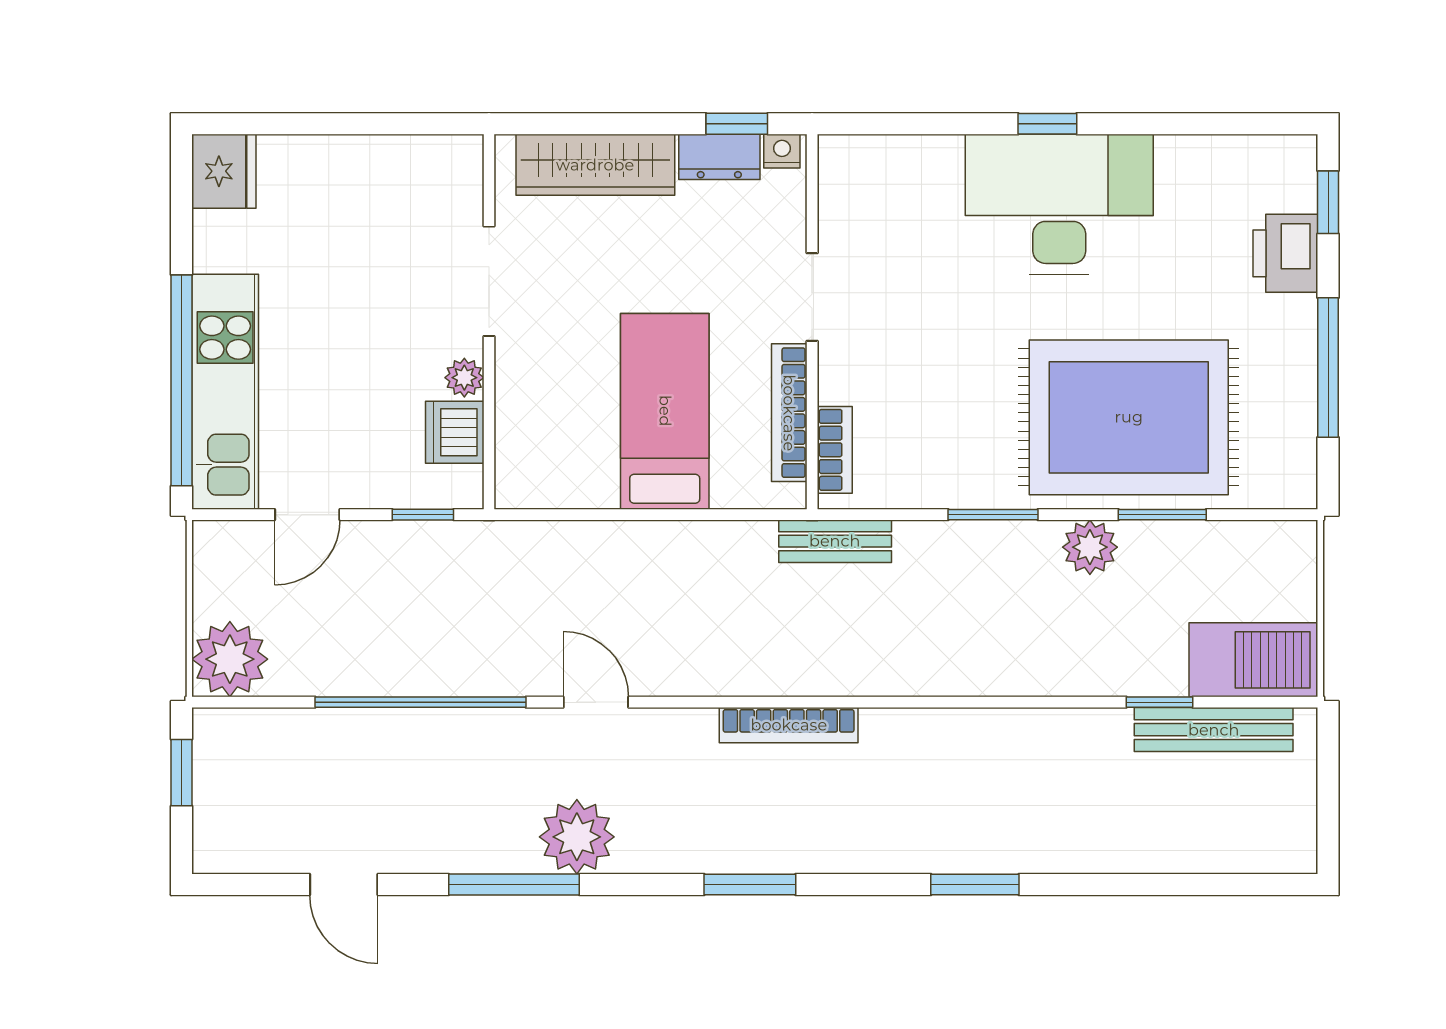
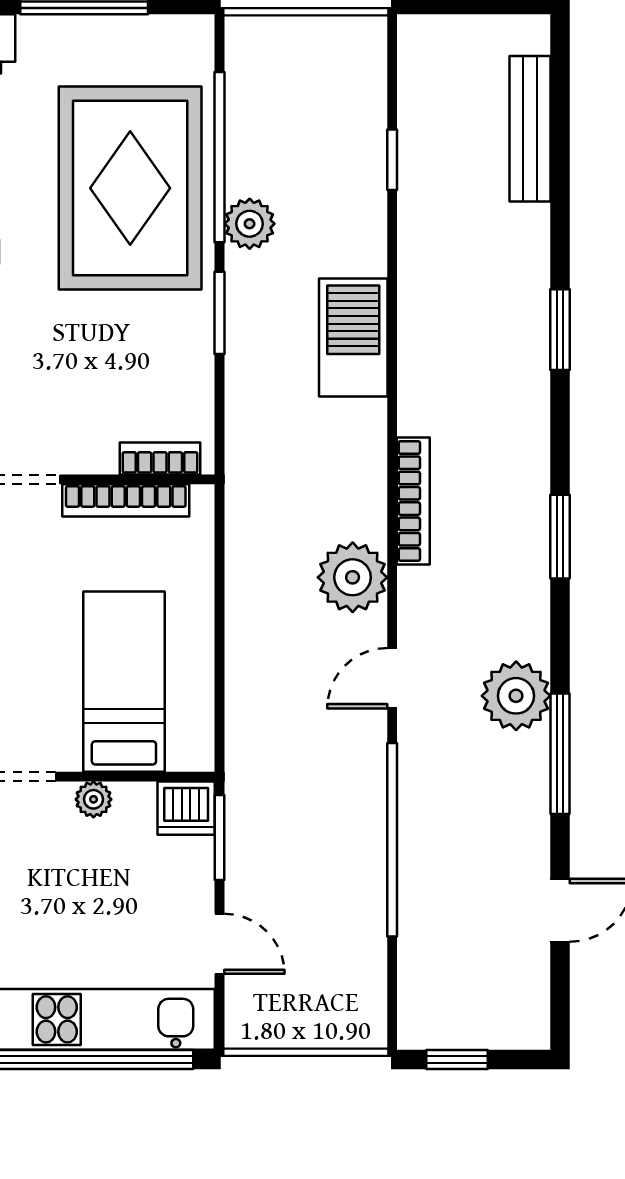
bed: (665, 411) -> (124, 682), moved, turned 90
dishwasher: (455, 432) -> (186, 808), moved
window: (423, 515) -> (220, 837), width x1.50
window: (1162, 515) -> (220, 157), width x2.11
bench: (835, 541) -> (244, 458), removed
plant: (230, 659) -> (353, 577), moved
barbecue: (1253, 660) -> (353, 338), moved
bench: (1214, 730) -> (530, 129), moved

